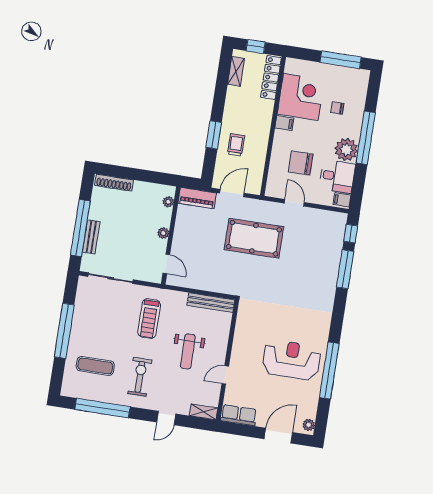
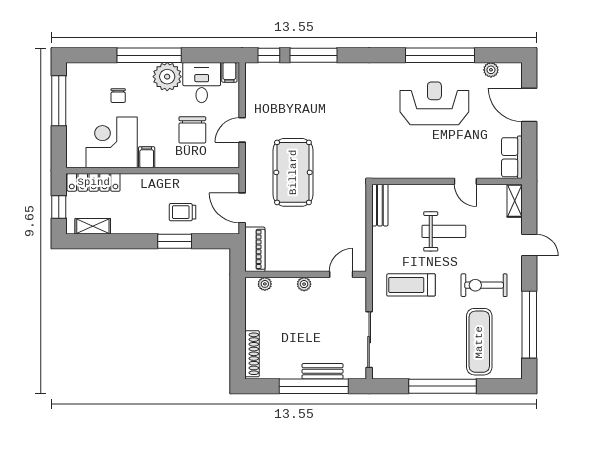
bench: (211, 303) -> (380, 205), width x0.73
treadmill: (149, 319) -> (411, 285), turned 180
reception desk: (291, 360) -> (434, 103), turned 90
exercise mat: (95, 366) -> (479, 342), width x1.36, depth x1.45
plant: (309, 425) -> (491, 70), moved

